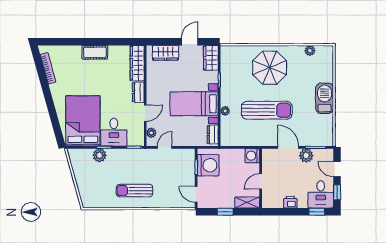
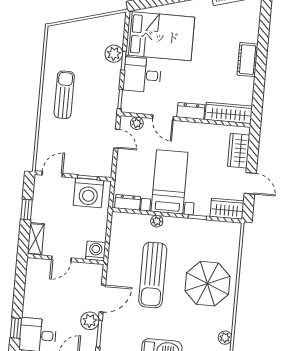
door: (261, 181) -> (61, 259), swing flipped
printer: (290, 202) -> (31, 295), removed

